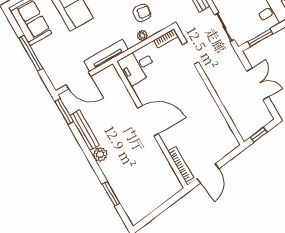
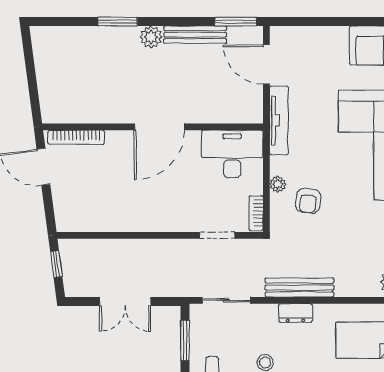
window: (31, 53) -> (339, 22), removed
desk: (137, 66) -> (232, 154), width x1.37
door: (78, 81) -> (266, 64), hinge flipped
window: (111, 194) -> (118, 22), moved

